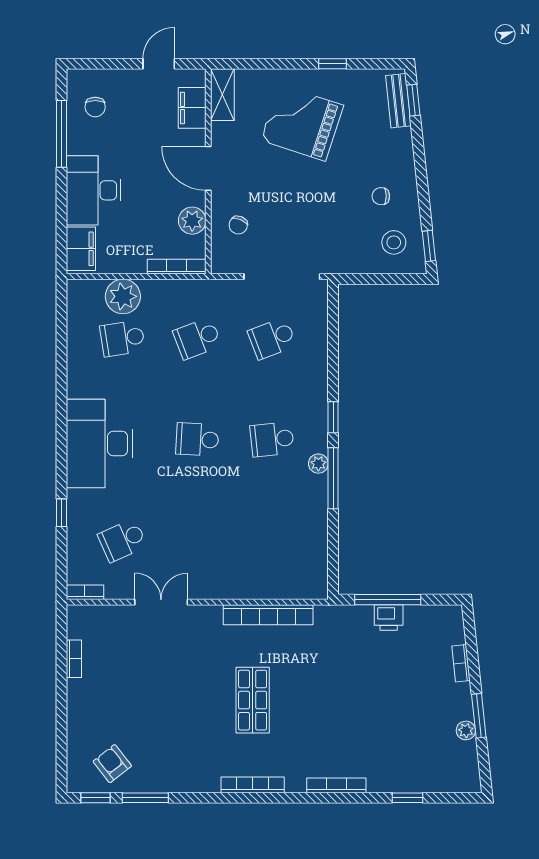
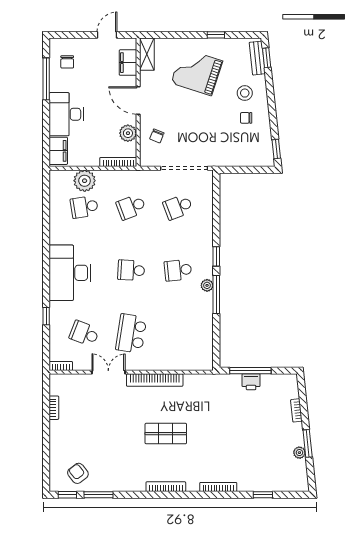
stool: (394, 242) -> (245, 93), moved
school desk: (122, 540) -> (84, 333), turned 45
school desk: (197, 540) -> (131, 333), added
bookcase: (268, 615) -> (155, 380), moved
shop shelf: (253, 700) -> (166, 434), turned 90

